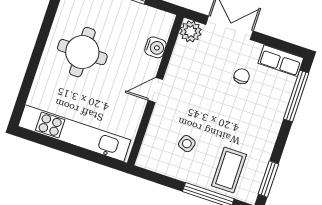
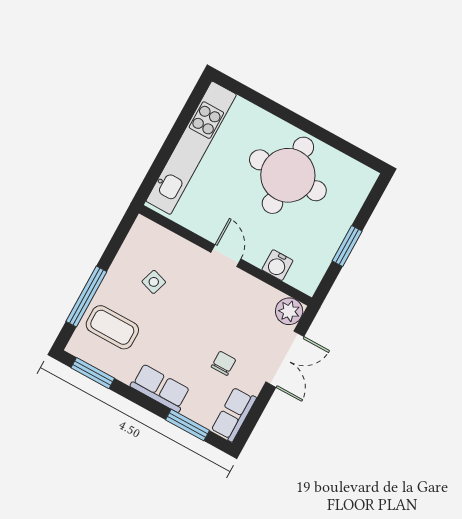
round table: (82, 52) -> (288, 175), width x1.36, depth x1.36
chair: (242, 76) -> (223, 363), turned -90
window: (296, 96) -> (187, 425), width x0.69
row of seats: (270, 123) -> (160, 388), added

